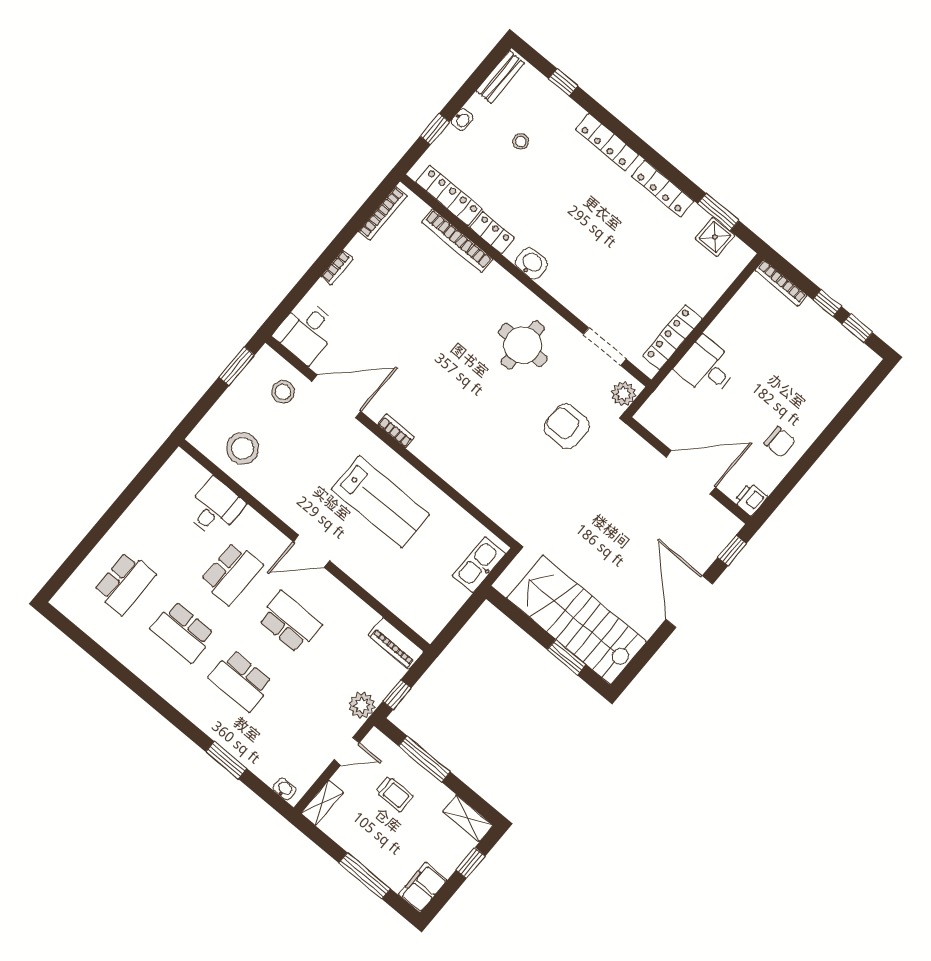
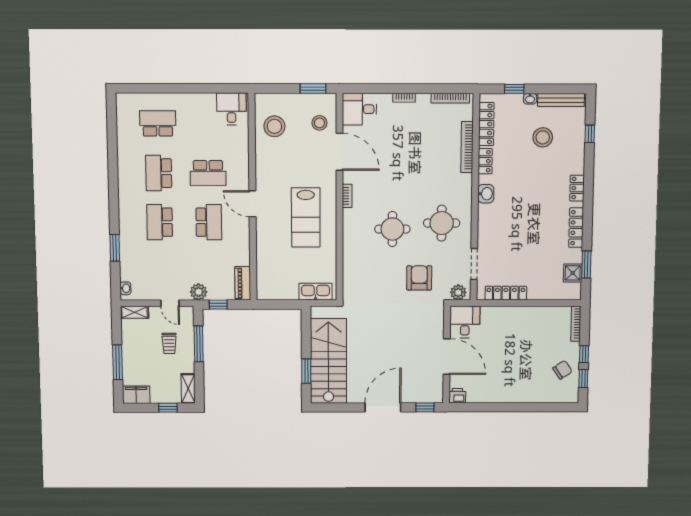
bench: (500, 77) -> (561, 100), width x1.36
stool: (521, 142) -> (543, 137), width x1.89, depth x1.89
locker: (607, 142) -> (577, 188), width x0.66
desk: (707, 367) -> (465, 322), moved
round table: (481, 410) -> (392, 229), added
chair: (780, 442) -> (562, 370), moved, turned -124
desk: (215, 508) -> (231, 109), moved, turned -90
school desk: (125, 583) -> (158, 123), turned 180

